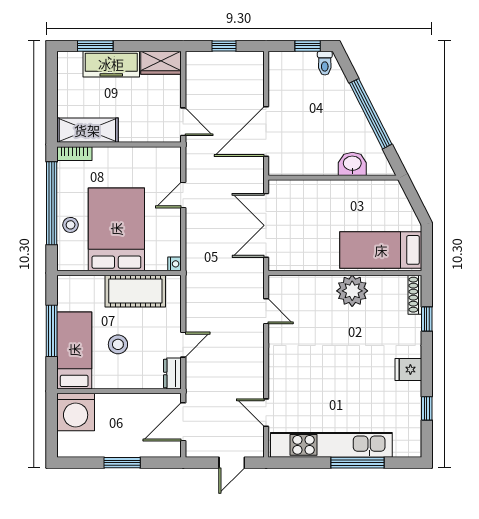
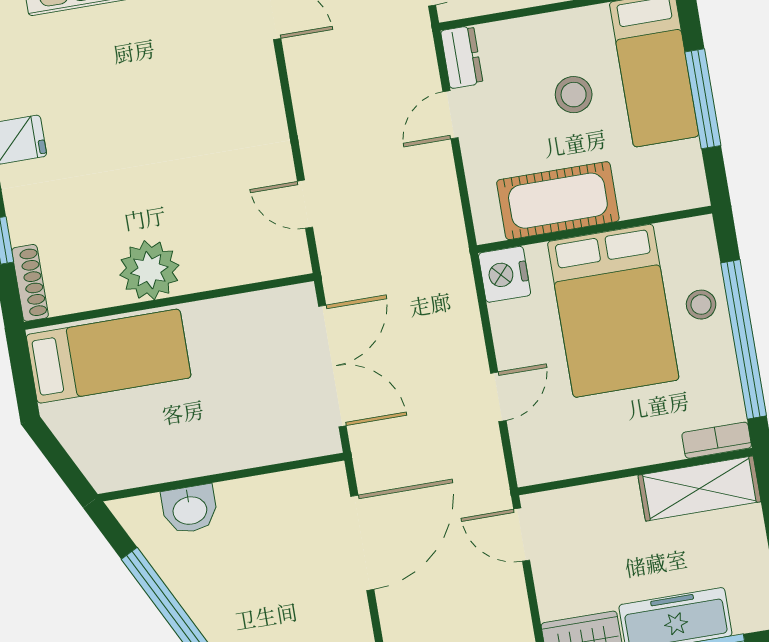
nightstand: (175, 264) -> (505, 274), width x1.89, depth x1.79

